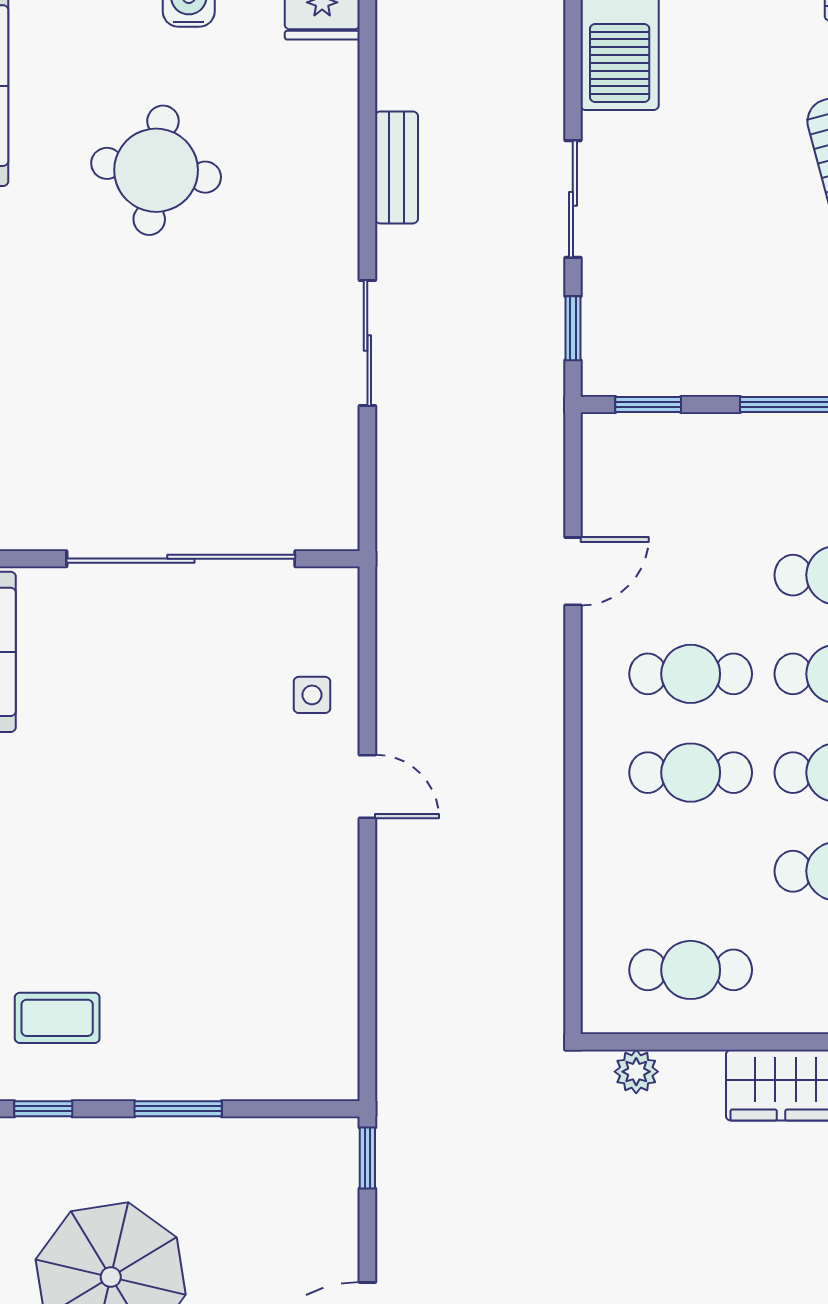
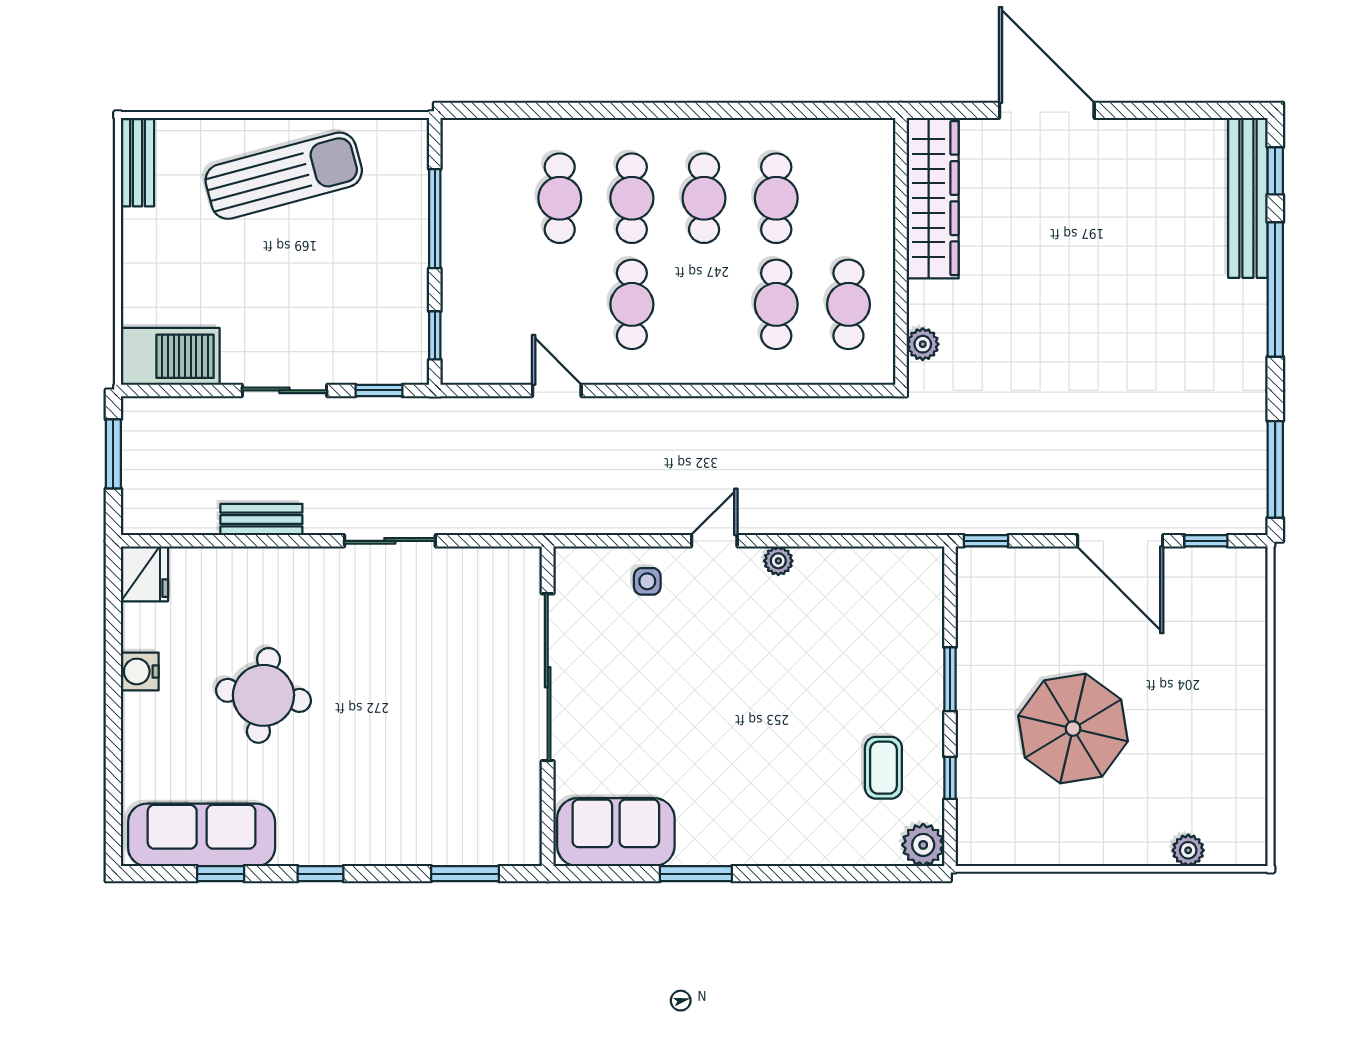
cafe table: (691, 773) -> (776, 304), moved
plant: (340, 874) -> (778, 561), added

